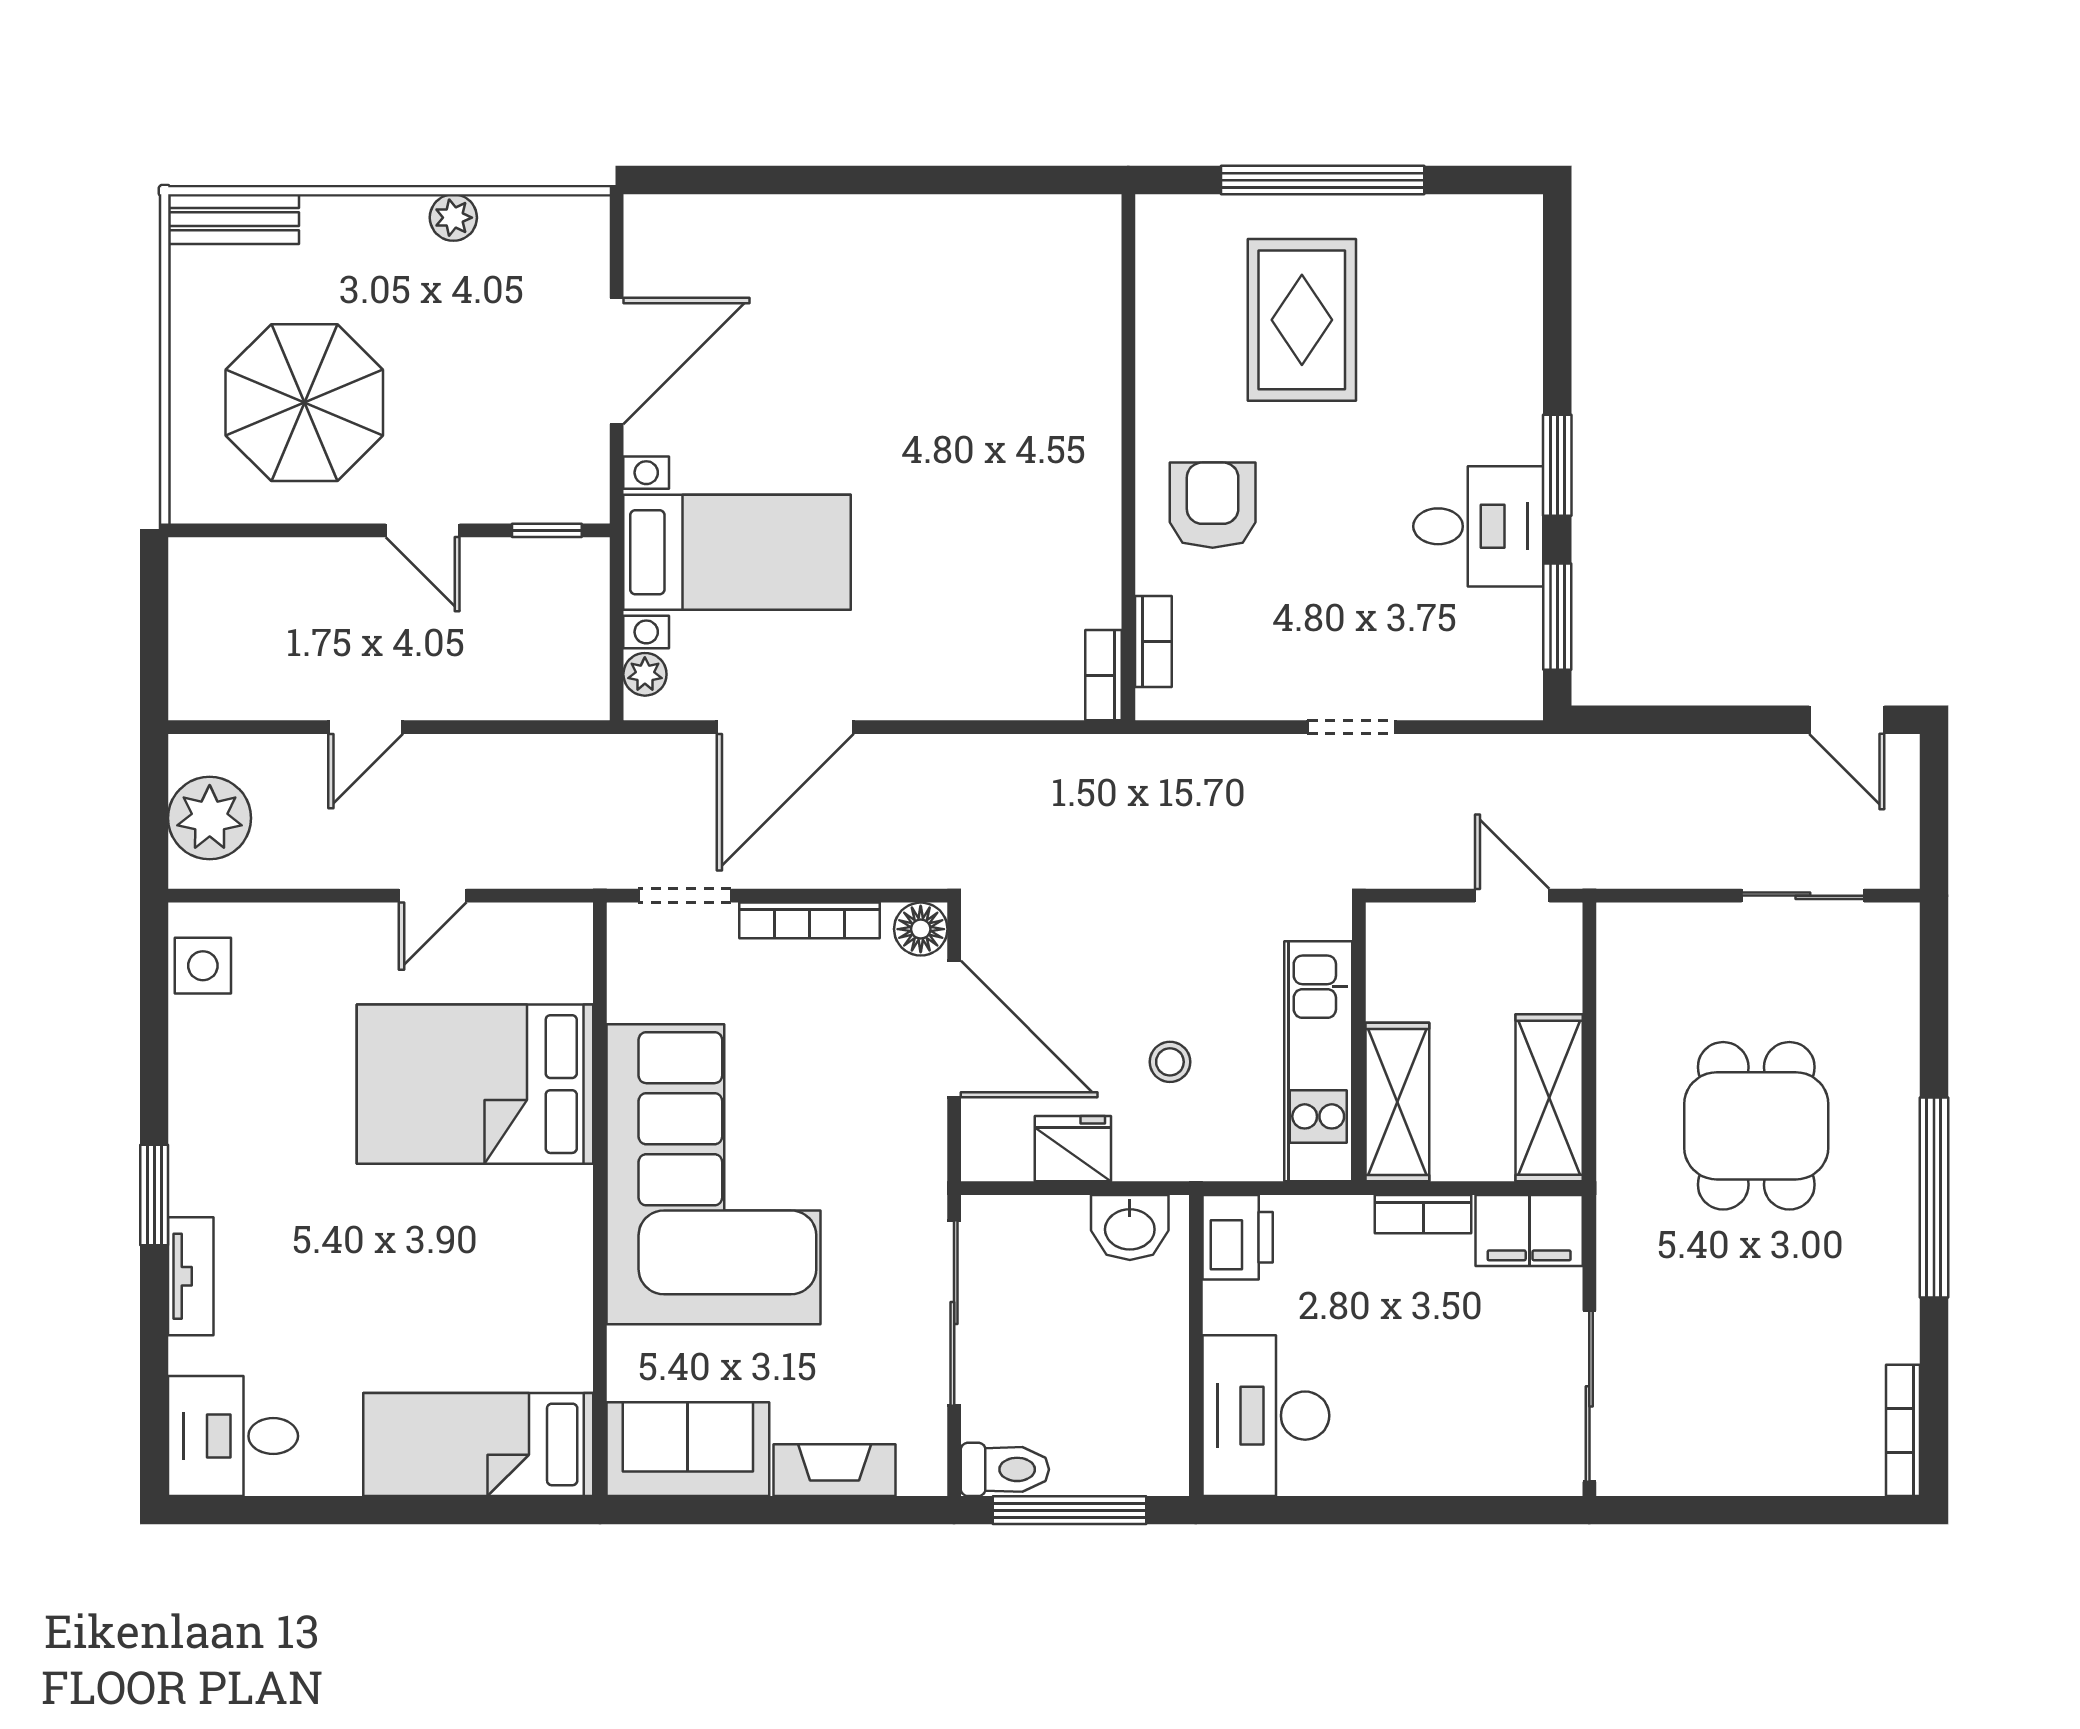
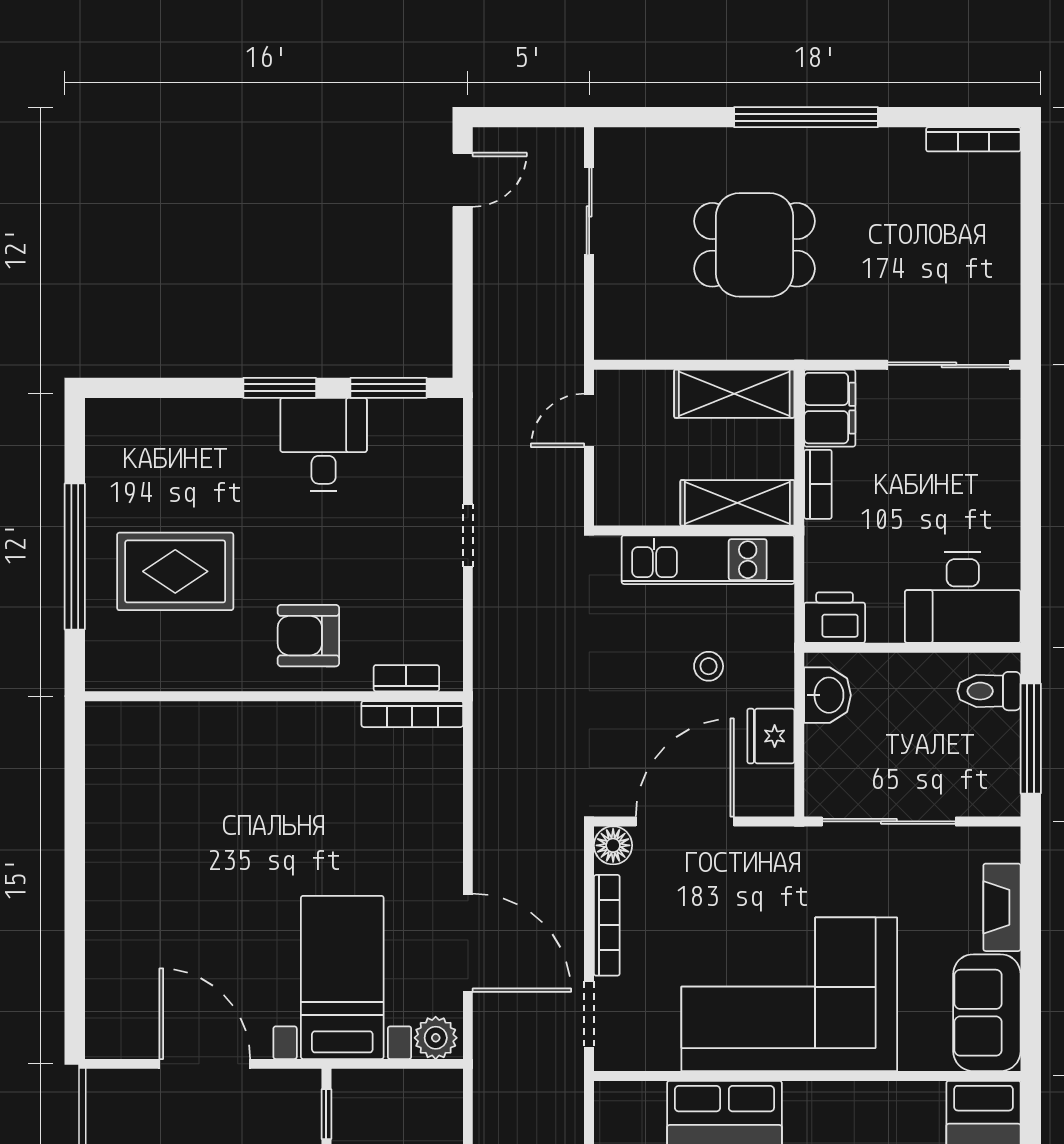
plant: (645, 674) -> (436, 1038), width x1.38, depth x1.38
bookcase: (1104, 675) -> (412, 714), width x1.56
toilet: (1005, 1469) -> (989, 691), moved, turned -90

